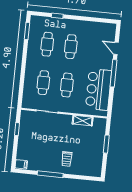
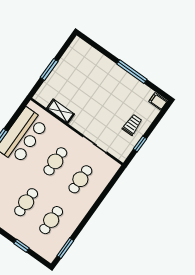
trolley: (67, 159) -> (132, 125), moved

